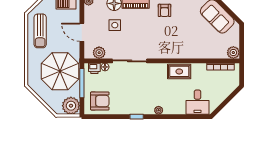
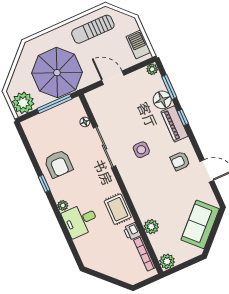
side table: (115, 25) -> (141, 150), moved
door: (82, 32) -> (113, 78), hinge flipped
plant: (99, 53) -> (151, 227), moved
printer: (94, 68) -> (132, 231), moved
armchair: (100, 101) -> (58, 164), moved
desk: (197, 102) -> (80, 220), moved

